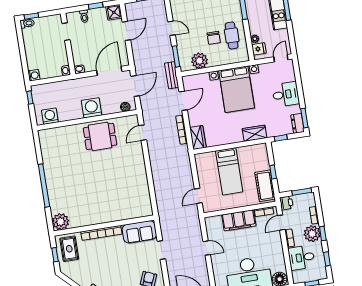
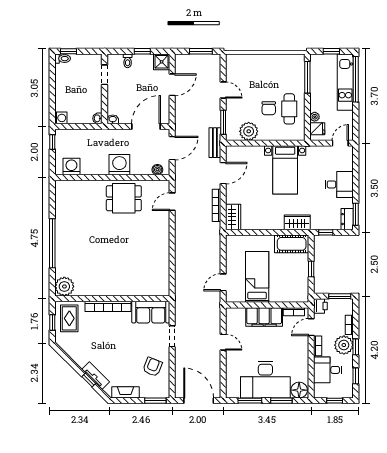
bed with nightstands: (237, 89) -> (285, 170), width x0.73
bed: (229, 171) -> (257, 277), moved, turned 180
cot: (265, 186) -> (292, 244), moved, turned 90

